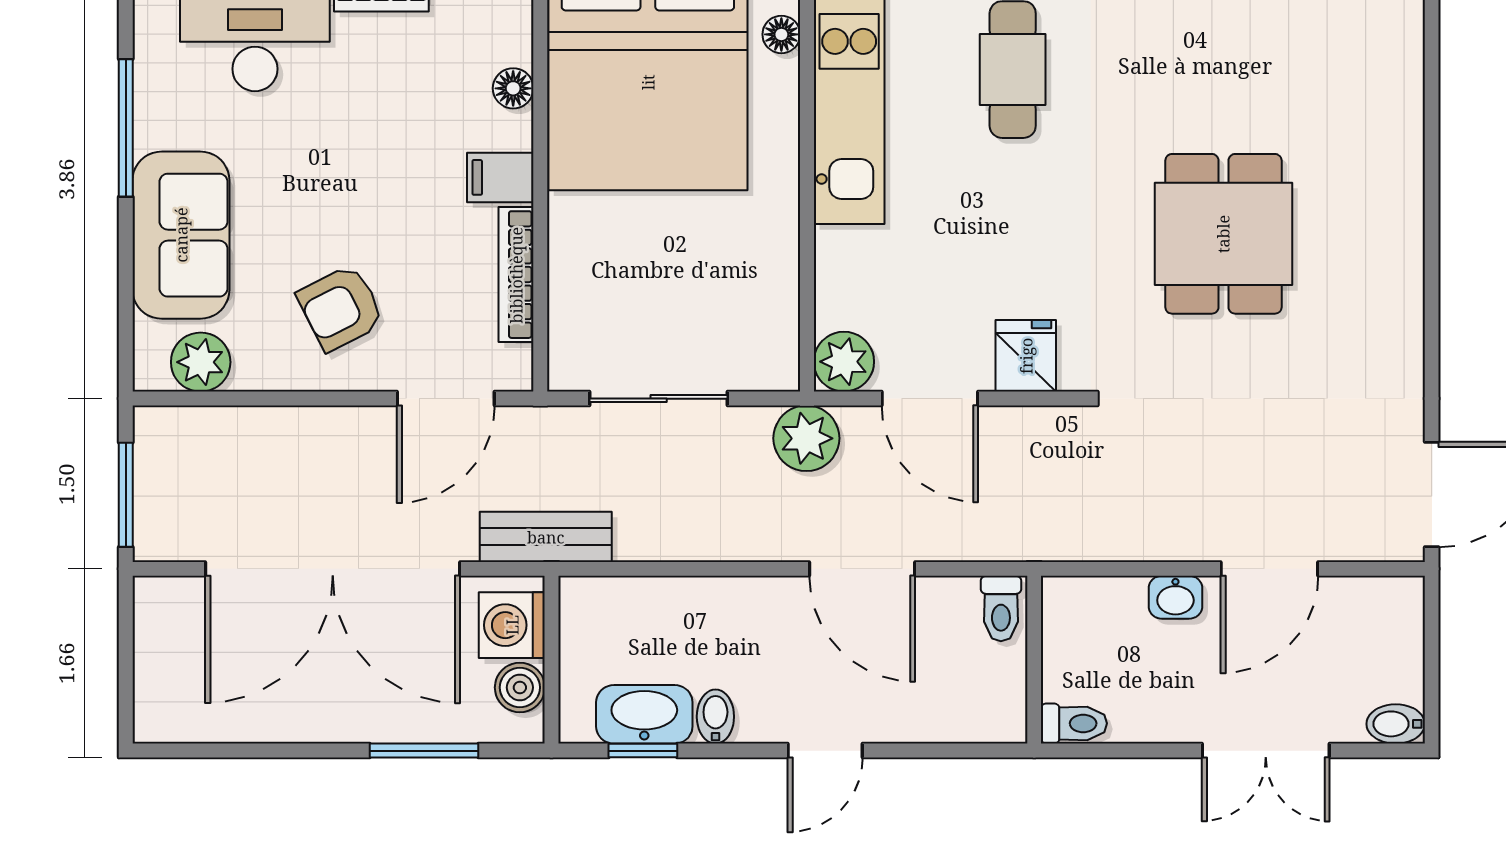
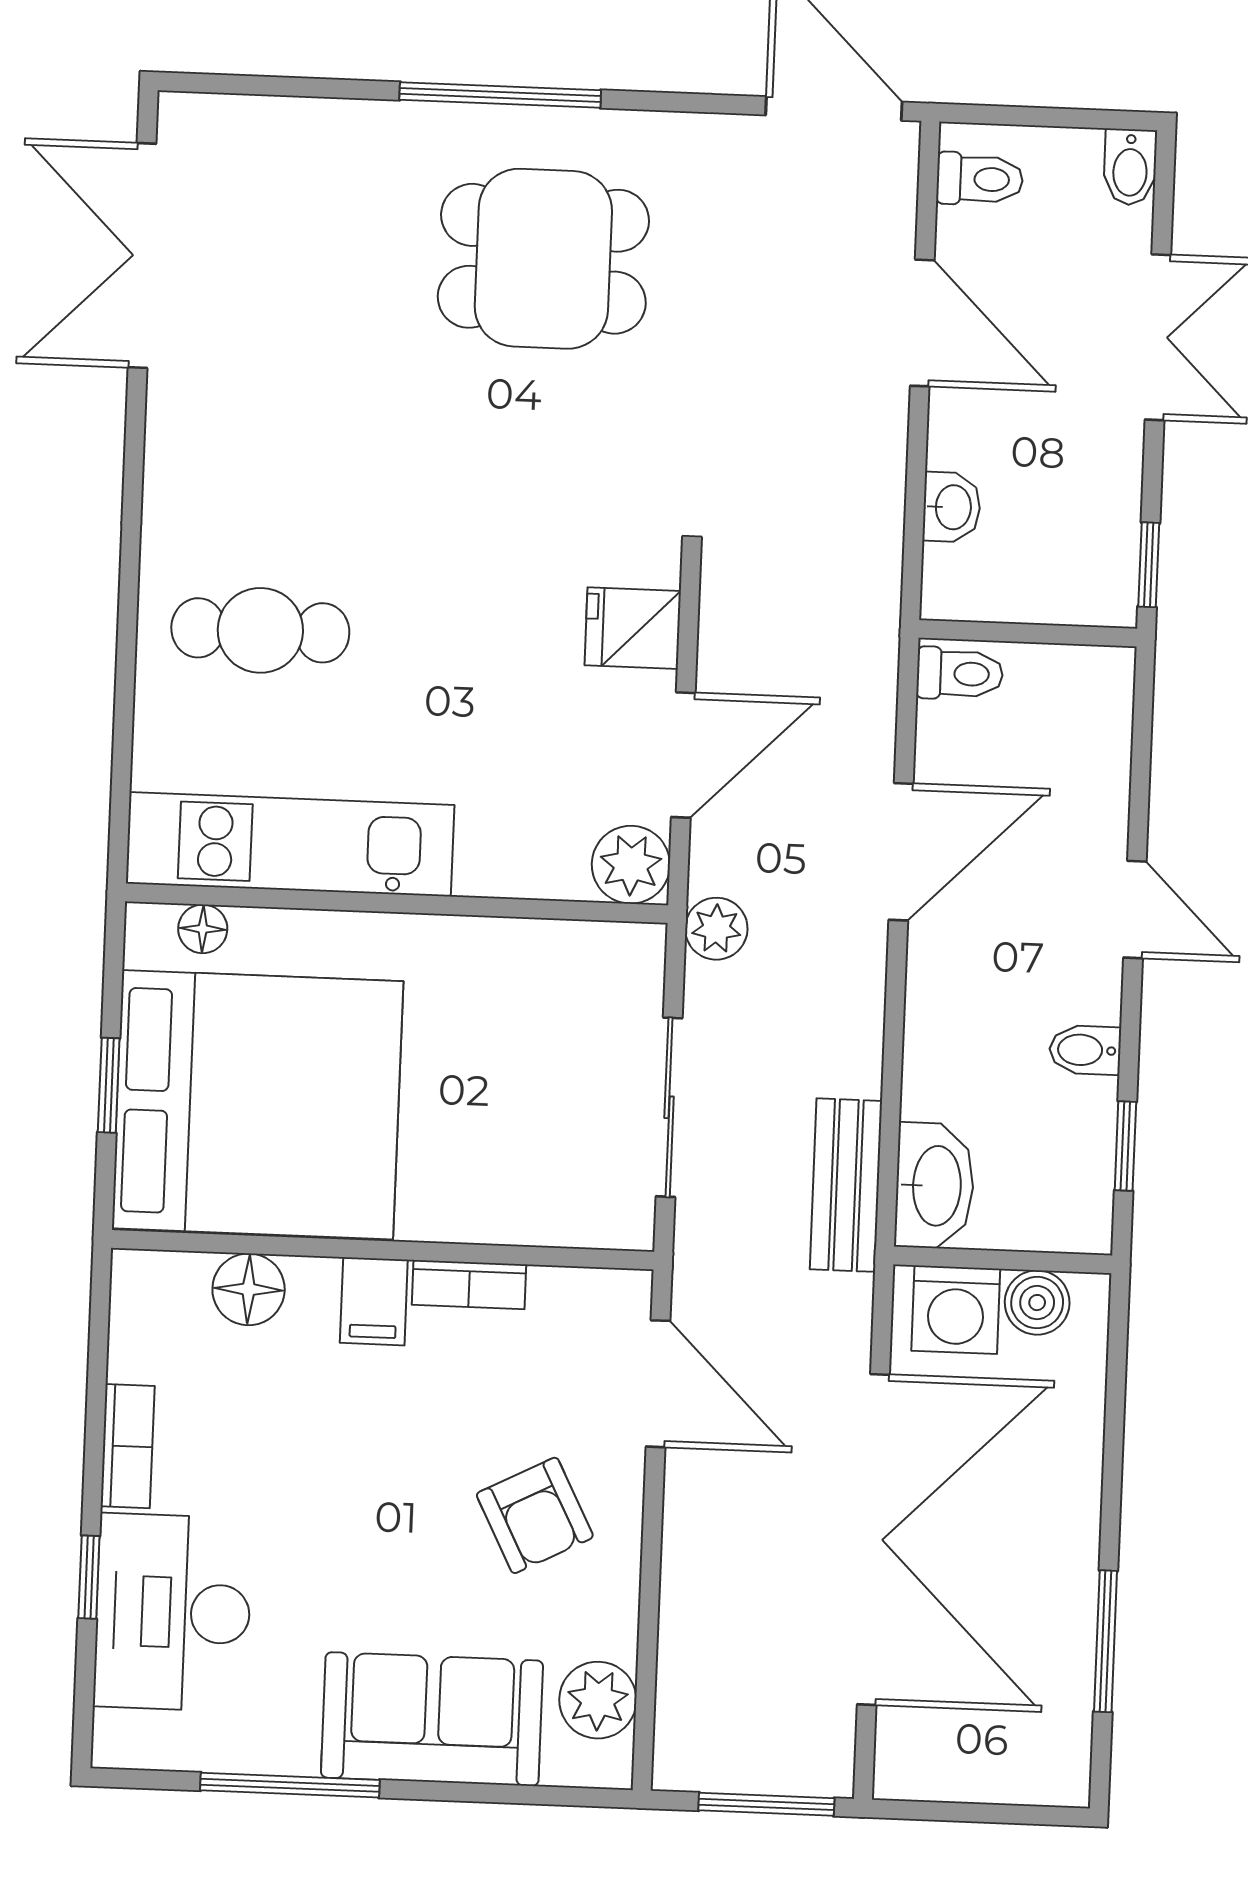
floor lamp: (513, 88) -> (249, 1289), width x1.37, depth x1.37
dining table: (1223, 234) -> (543, 259), moved
window: (1432, 237) -> (500, 95), added
bookcase: (516, 275) -> (469, 1285), width x0.64
plant: (806, 438) -> (716, 929), width x0.73, depth x0.73
bench: (546, 537) -> (846, 1185), moved
washbasin: (1175, 597) -> (952, 507), moved
washbasin: (644, 714) -> (935, 1186), moved, turned 180
toilet: (1074, 723) -> (980, 179), moved, turned 90
window: (424, 751) -> (1106, 1641), moved
window: (1091, 751) -> (1149, 565), added

